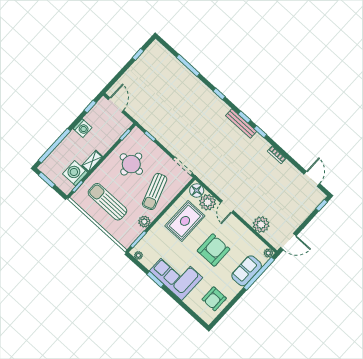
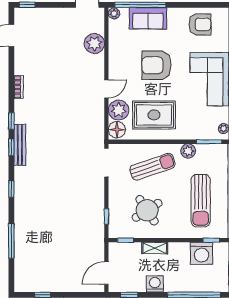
shelving: (92, 161) -> (155, 248), moved
round table: (131, 164) -> (147, 210), turned -33

